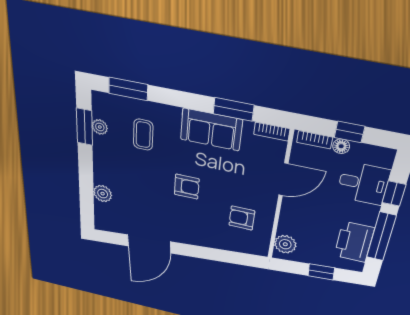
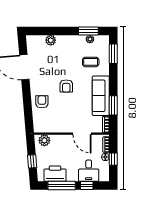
sofa: (211, 130) -> (101, 96), width x1.36
armchair: (242, 218) -> (42, 102), moved

